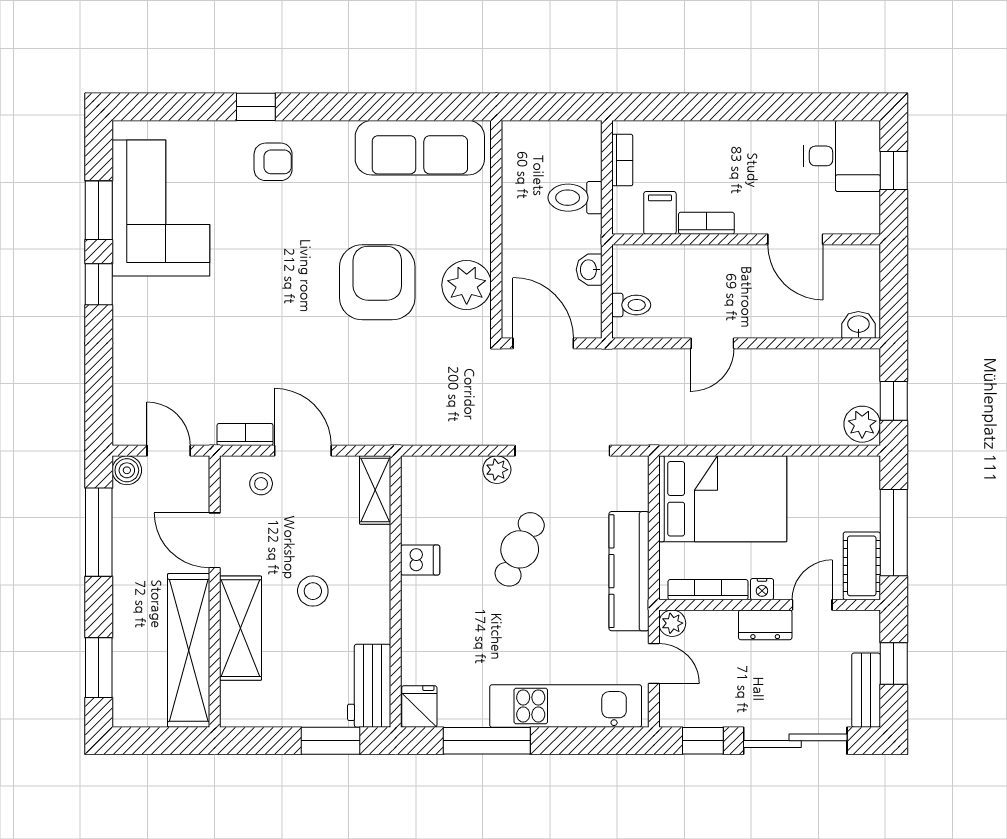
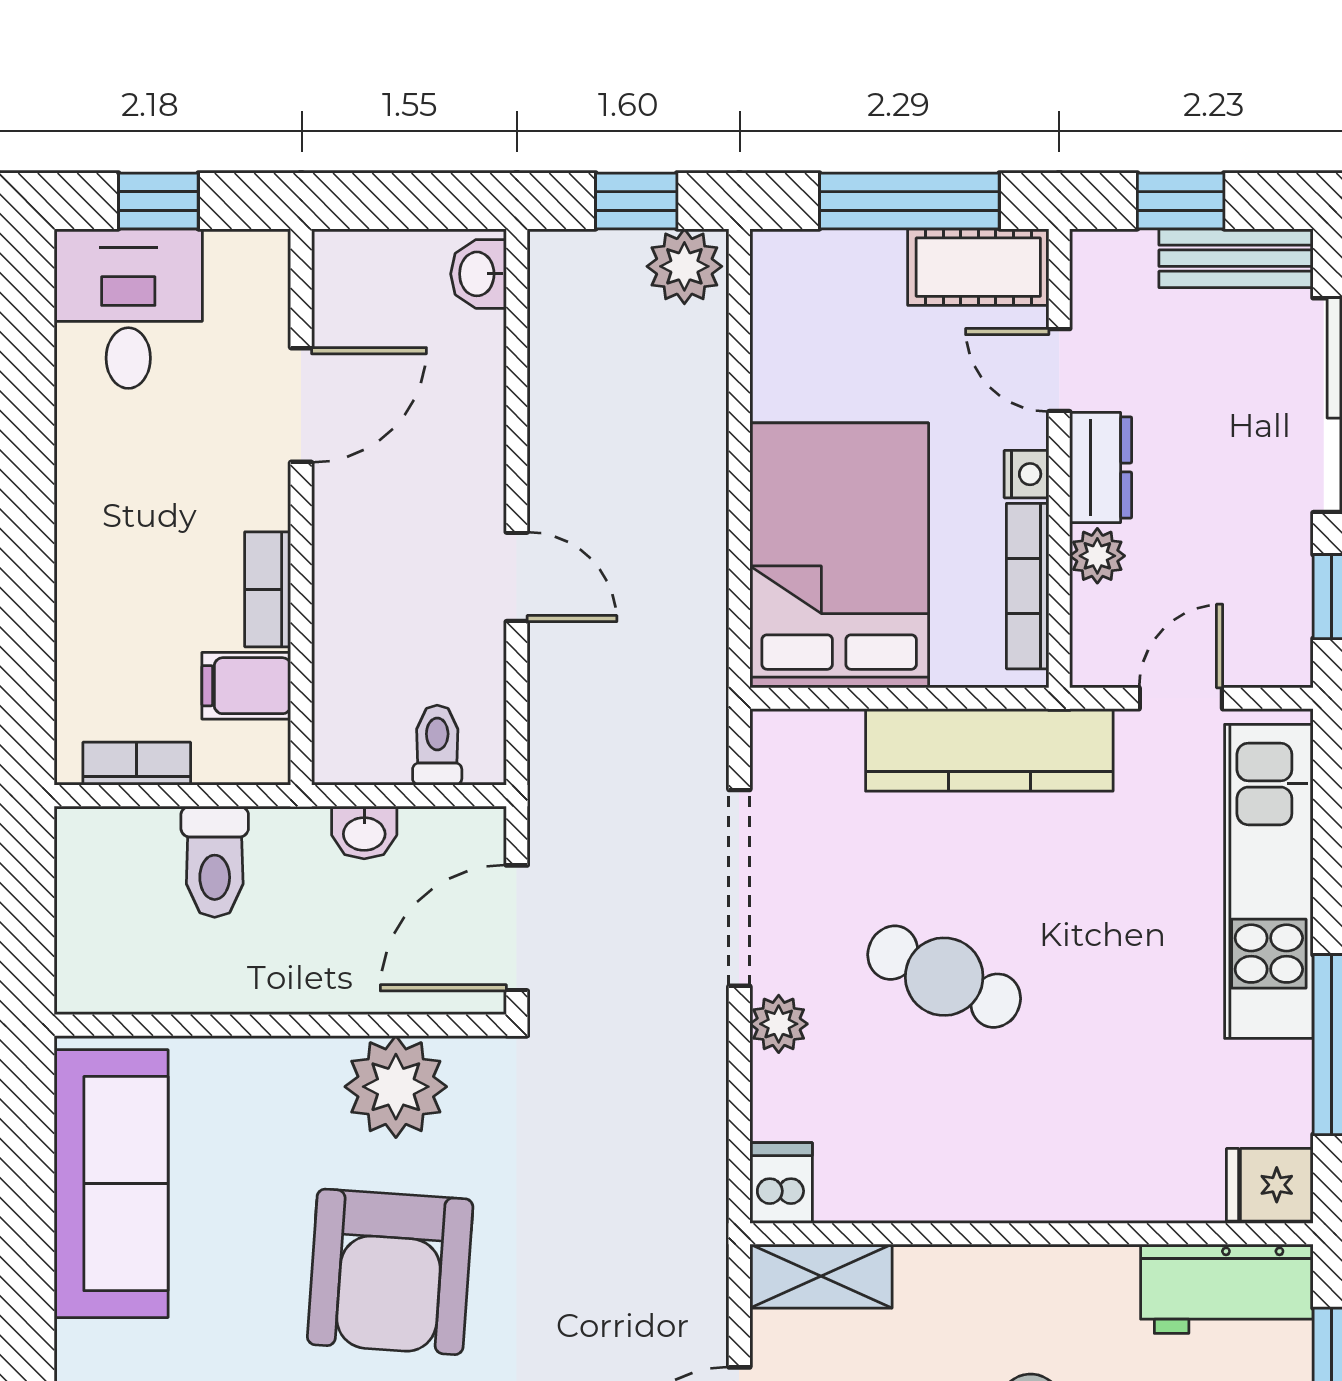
armchair: (377, 282) -> (390, 1272), turned -86
dishwasher: (420, 560) -> (781, 1183), moved
plant: (672, 623) -> (1097, 556), moved

